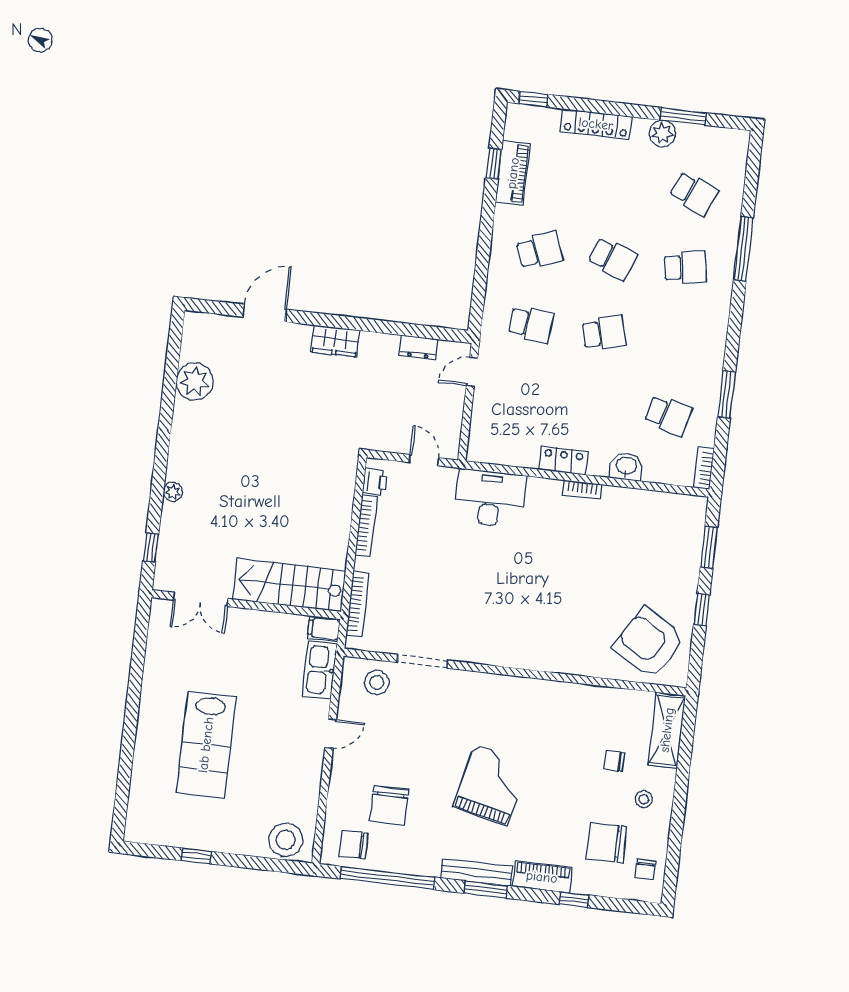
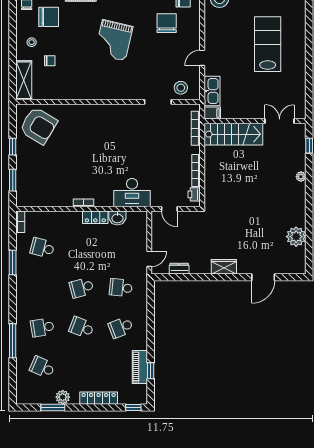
washbasin: (626, 466) -> (117, 218), moved

